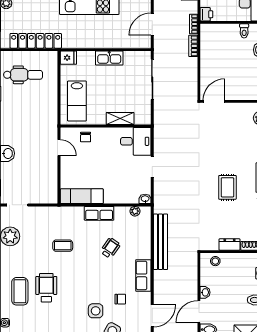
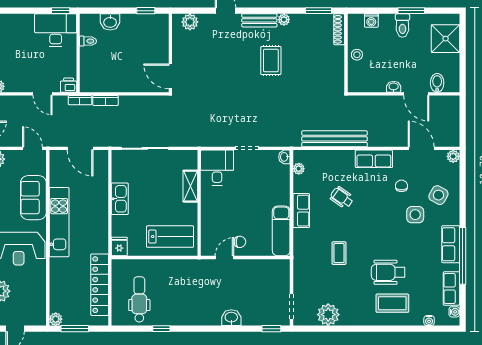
chair: (86, 137) -> (240, 242), moved
rug: (227, 187) -> (271, 61), turned 90
dresser: (229, 245) -> (338, 58), removed
stool: (215, 261) -> (357, 55), moved

